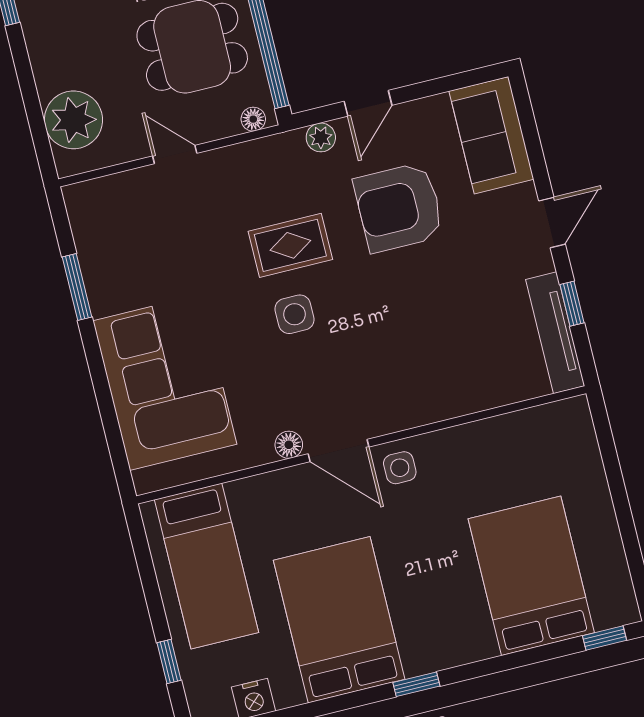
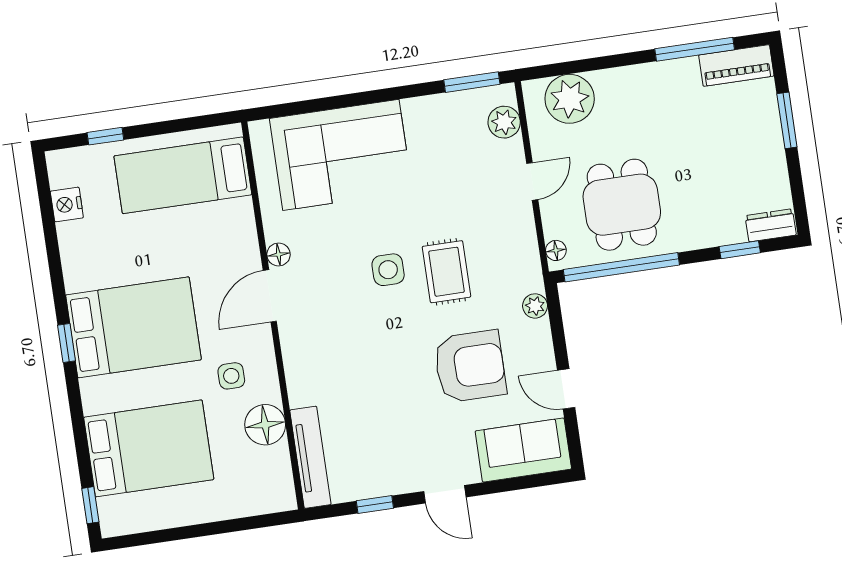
door: (368, 103) -> (566, 389), moved
plant: (108, 194) -> (504, 122), added
armchair: (399, 207) -> (470, 366), turned 90
window: (77, 287) -> (472, 82), moved
tv unit: (555, 333) -> (310, 457), moved, turned 90
floor lamp: (490, 442) -> (265, 425), added
side table: (400, 468) -> (231, 376), moved
bed: (339, 620) -> (133, 327), moved

